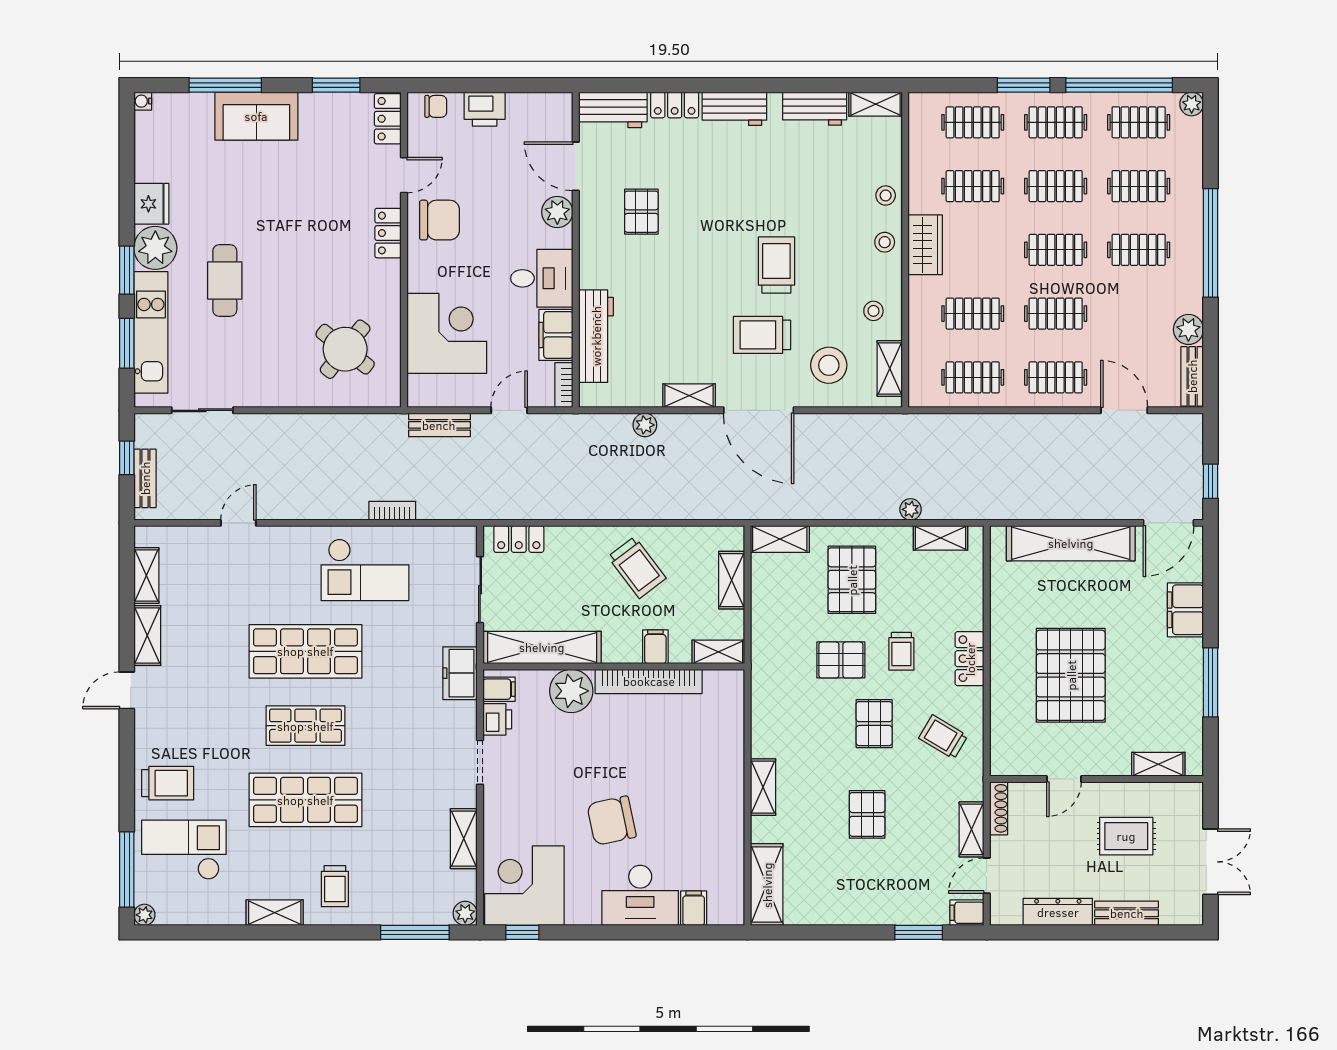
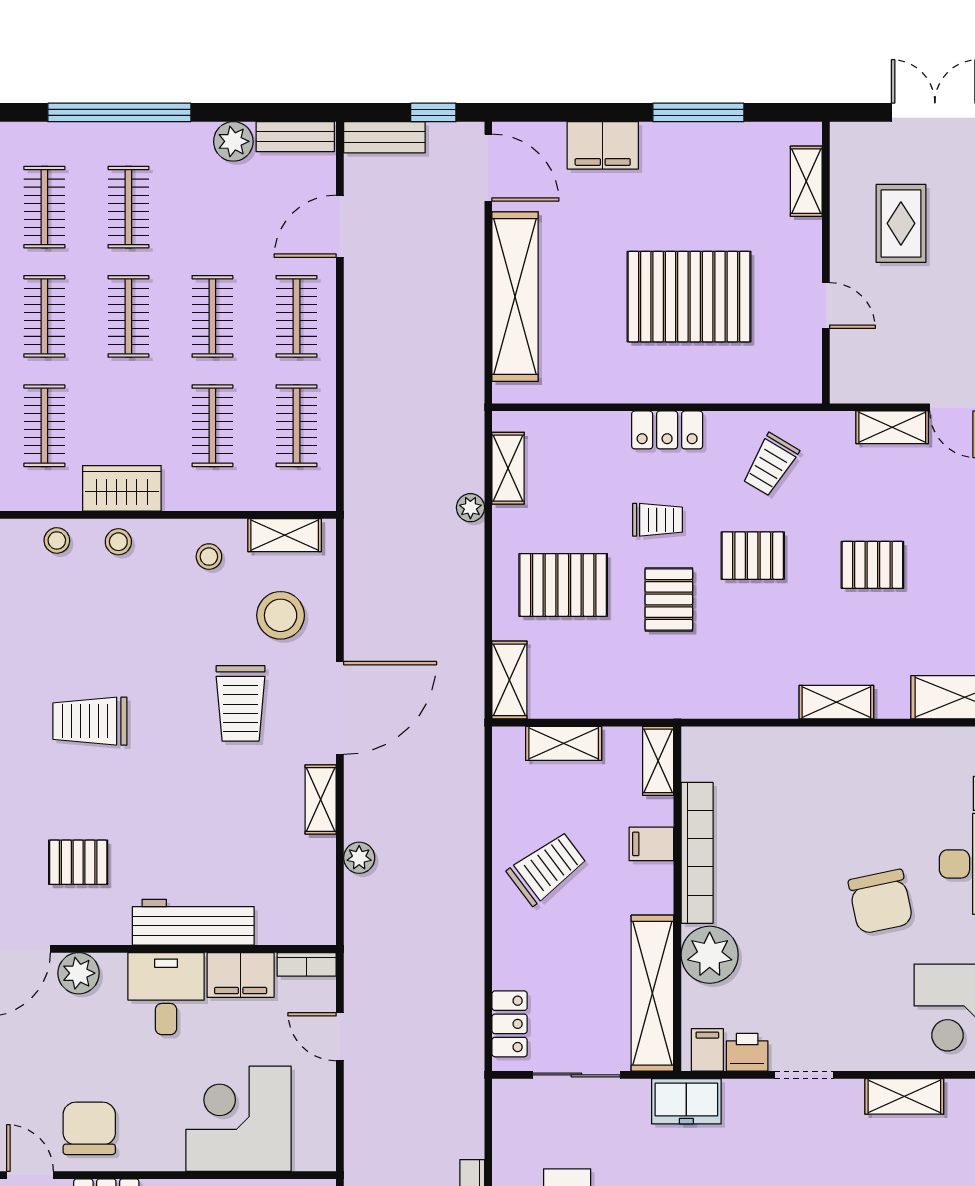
trolley: (776, 265) -> (90, 721), moved
workbench: (596, 336) -> (193, 922), moved
bench: (439, 425) -> (384, 137), moved, turned 90
shoe rack: (999, 808) -> (864, 392), removed

